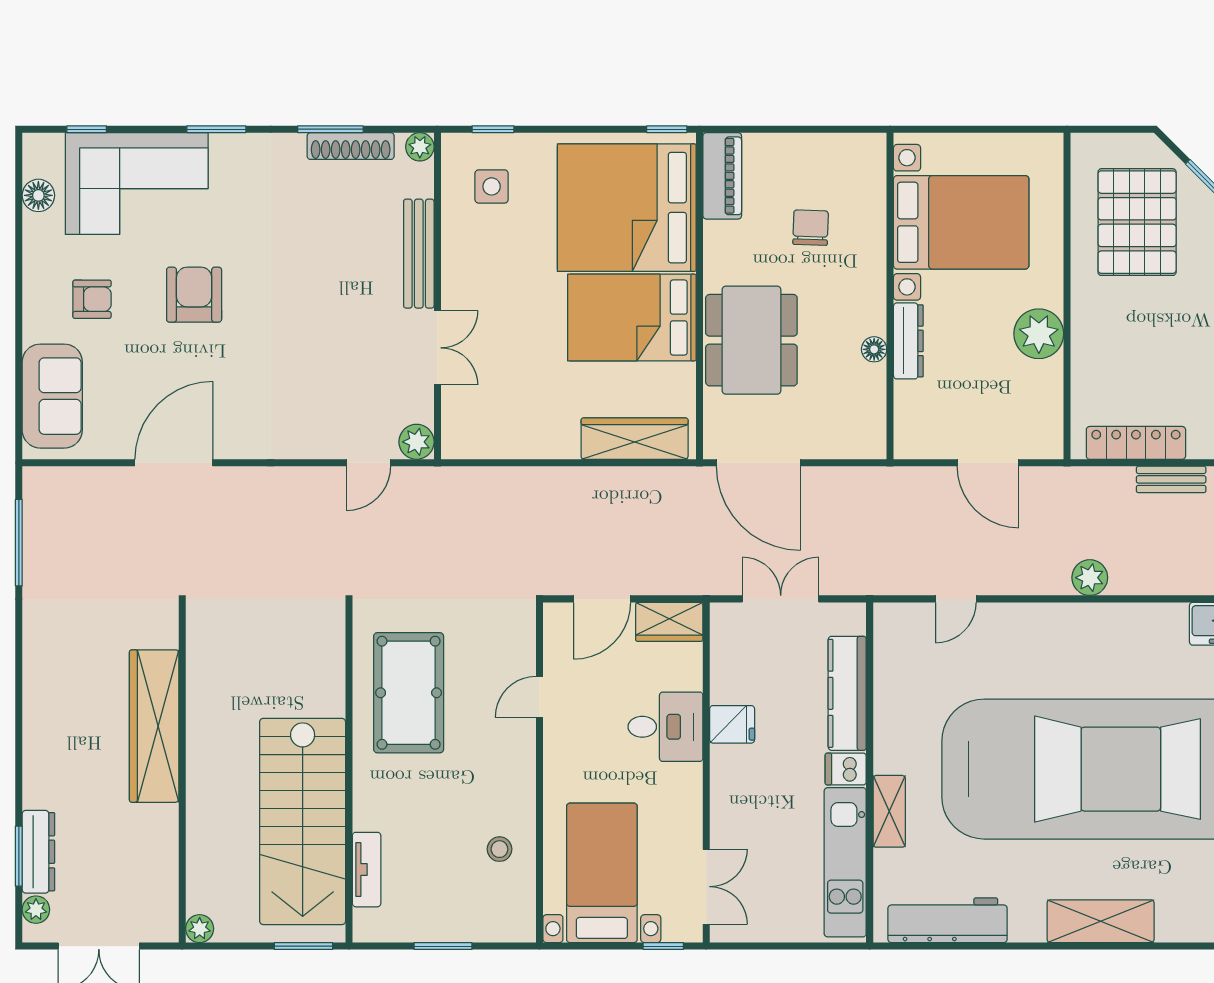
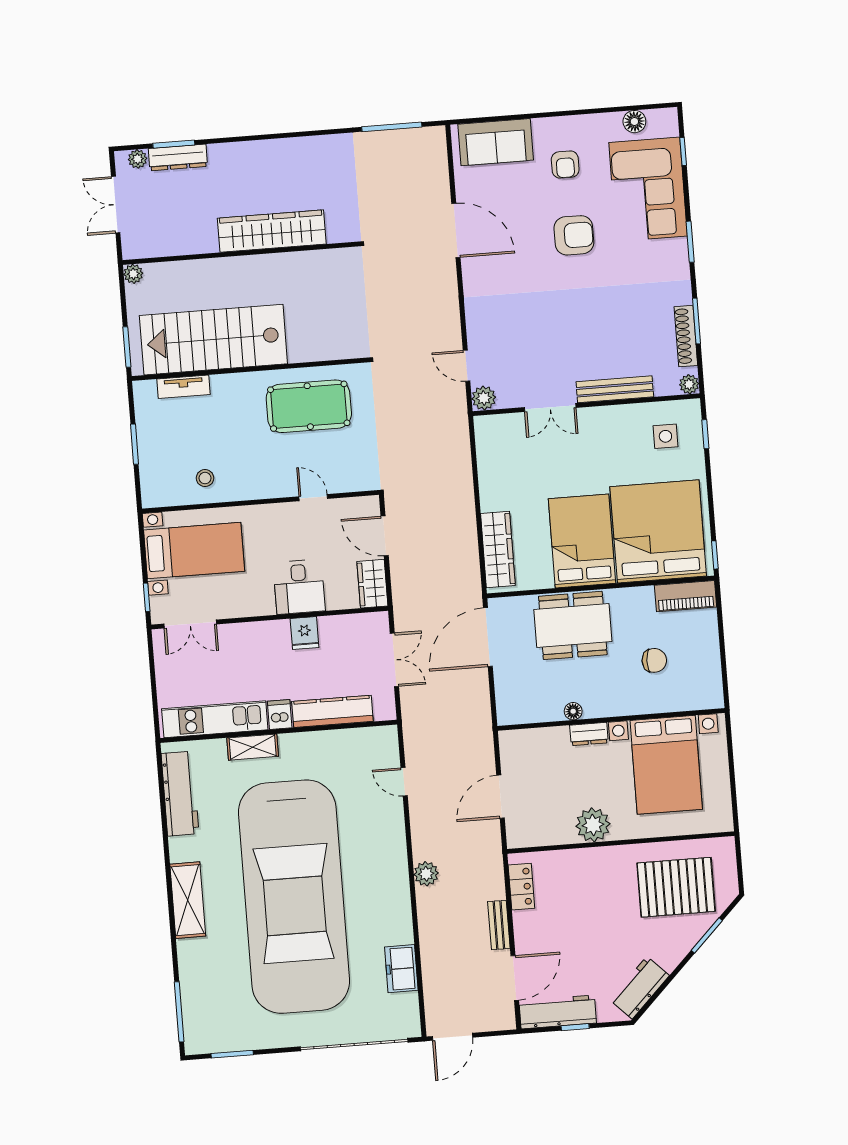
dresser: (908, 341) -> (589, 734), width x0.70
locker: (1136, 443) -> (521, 887), width x0.66

